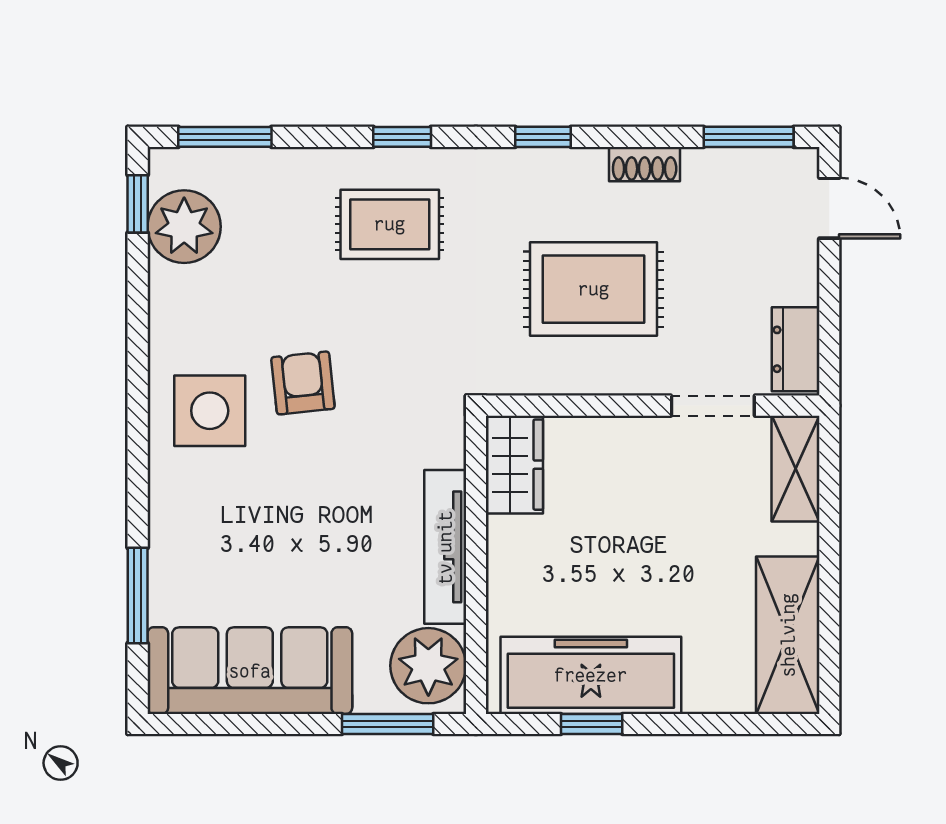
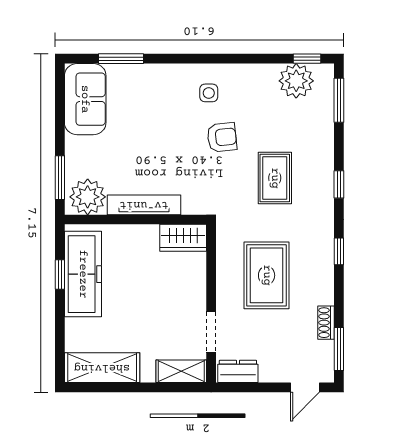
shoe rack: (645, 164) -> (326, 323), moved
rug: (390, 224) -> (275, 178), moved
side table: (210, 411) -> (209, 93), width x0.54, depth x0.54
sofa: (250, 671) -> (85, 99), width x0.73

